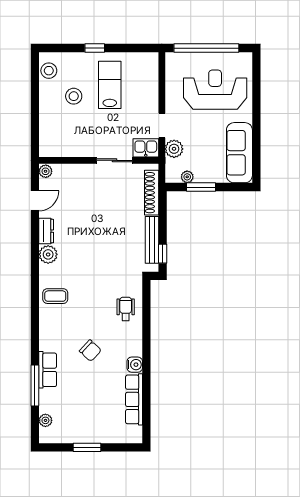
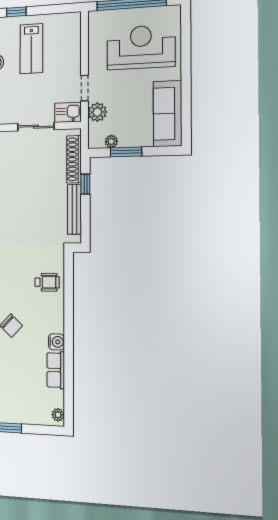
lab bench: (110, 85) -> (31, 49), turned 180
window: (163, 254) -> (85, 184), moved
wheelchair: (126, 309) -> (47, 282), turned 90
row of seats: (134, 399) -> (56, 370), width x0.68
plant: (136, 433) -> (58, 415), added

